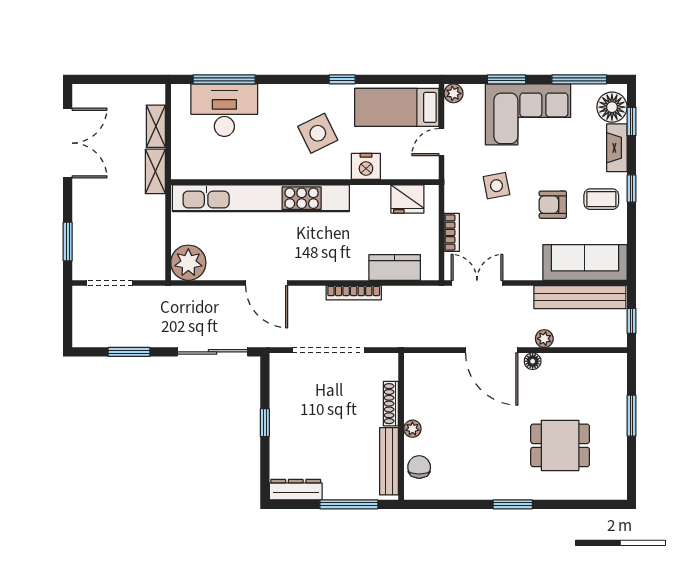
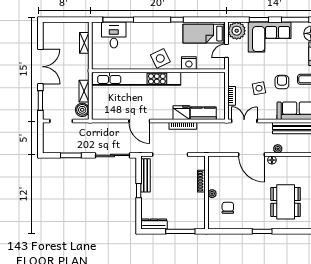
plant: (454, 93) -> (237, 31), width x1.87, depth x1.87
desk: (224, 110) -> (114, 35), width x0.73
side table: (318, 133) -> (160, 58), moved
double door: (68, 143) -> (40, 67), moved
shelving: (155, 171) -> (84, 91), moved
side table: (496, 186) -> (259, 88), moved
fridge: (407, 199) -> (181, 113), moved, turned 180
armchair: (553, 205) -> (282, 82), turned 90
boiler: (152, 260) -> (82, 110), added
plant: (188, 263) -> (100, 111), removed
dining table: (560, 445) -> (286, 202), width x1.38
bench: (389, 461) -> (145, 175), moved
chair: (419, 467) -> (228, 208), moved

